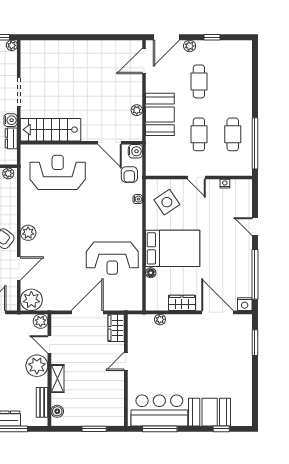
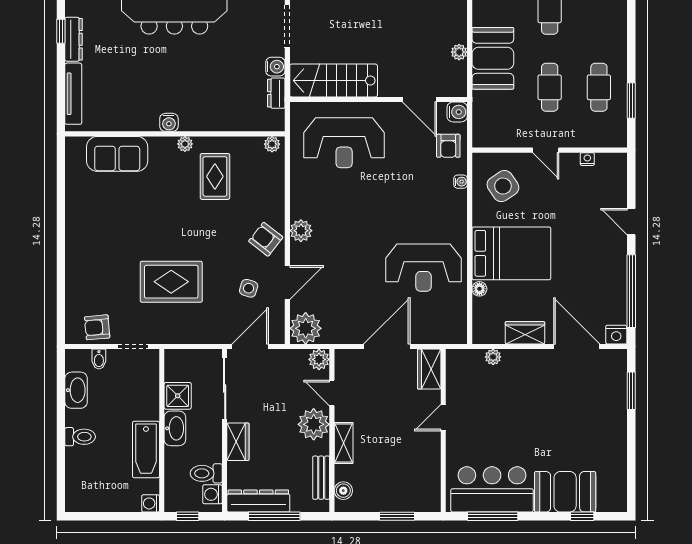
window: (255, 143) -> (631, 101), width x0.47
reception desk: (58, 172) -> (344, 143), turned 180

